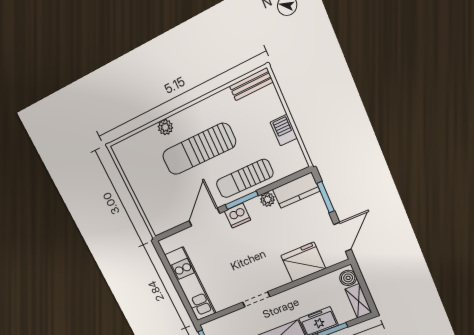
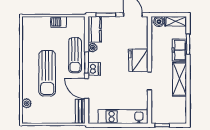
bench: (251, 84) -> (80, 111), moved
plant: (165, 127) -> (27, 103), moved
fridge: (303, 262) -> (138, 60), moved

